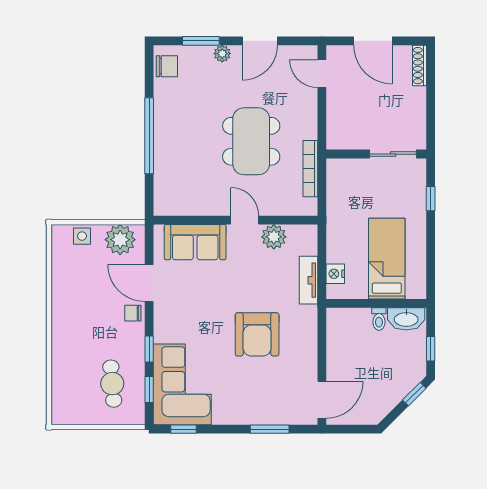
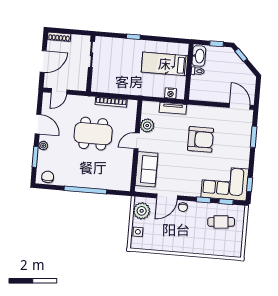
wall: (376, 154) -> (91, 64), moved
sliding door: (393, 154) -> (91, 54), moved

